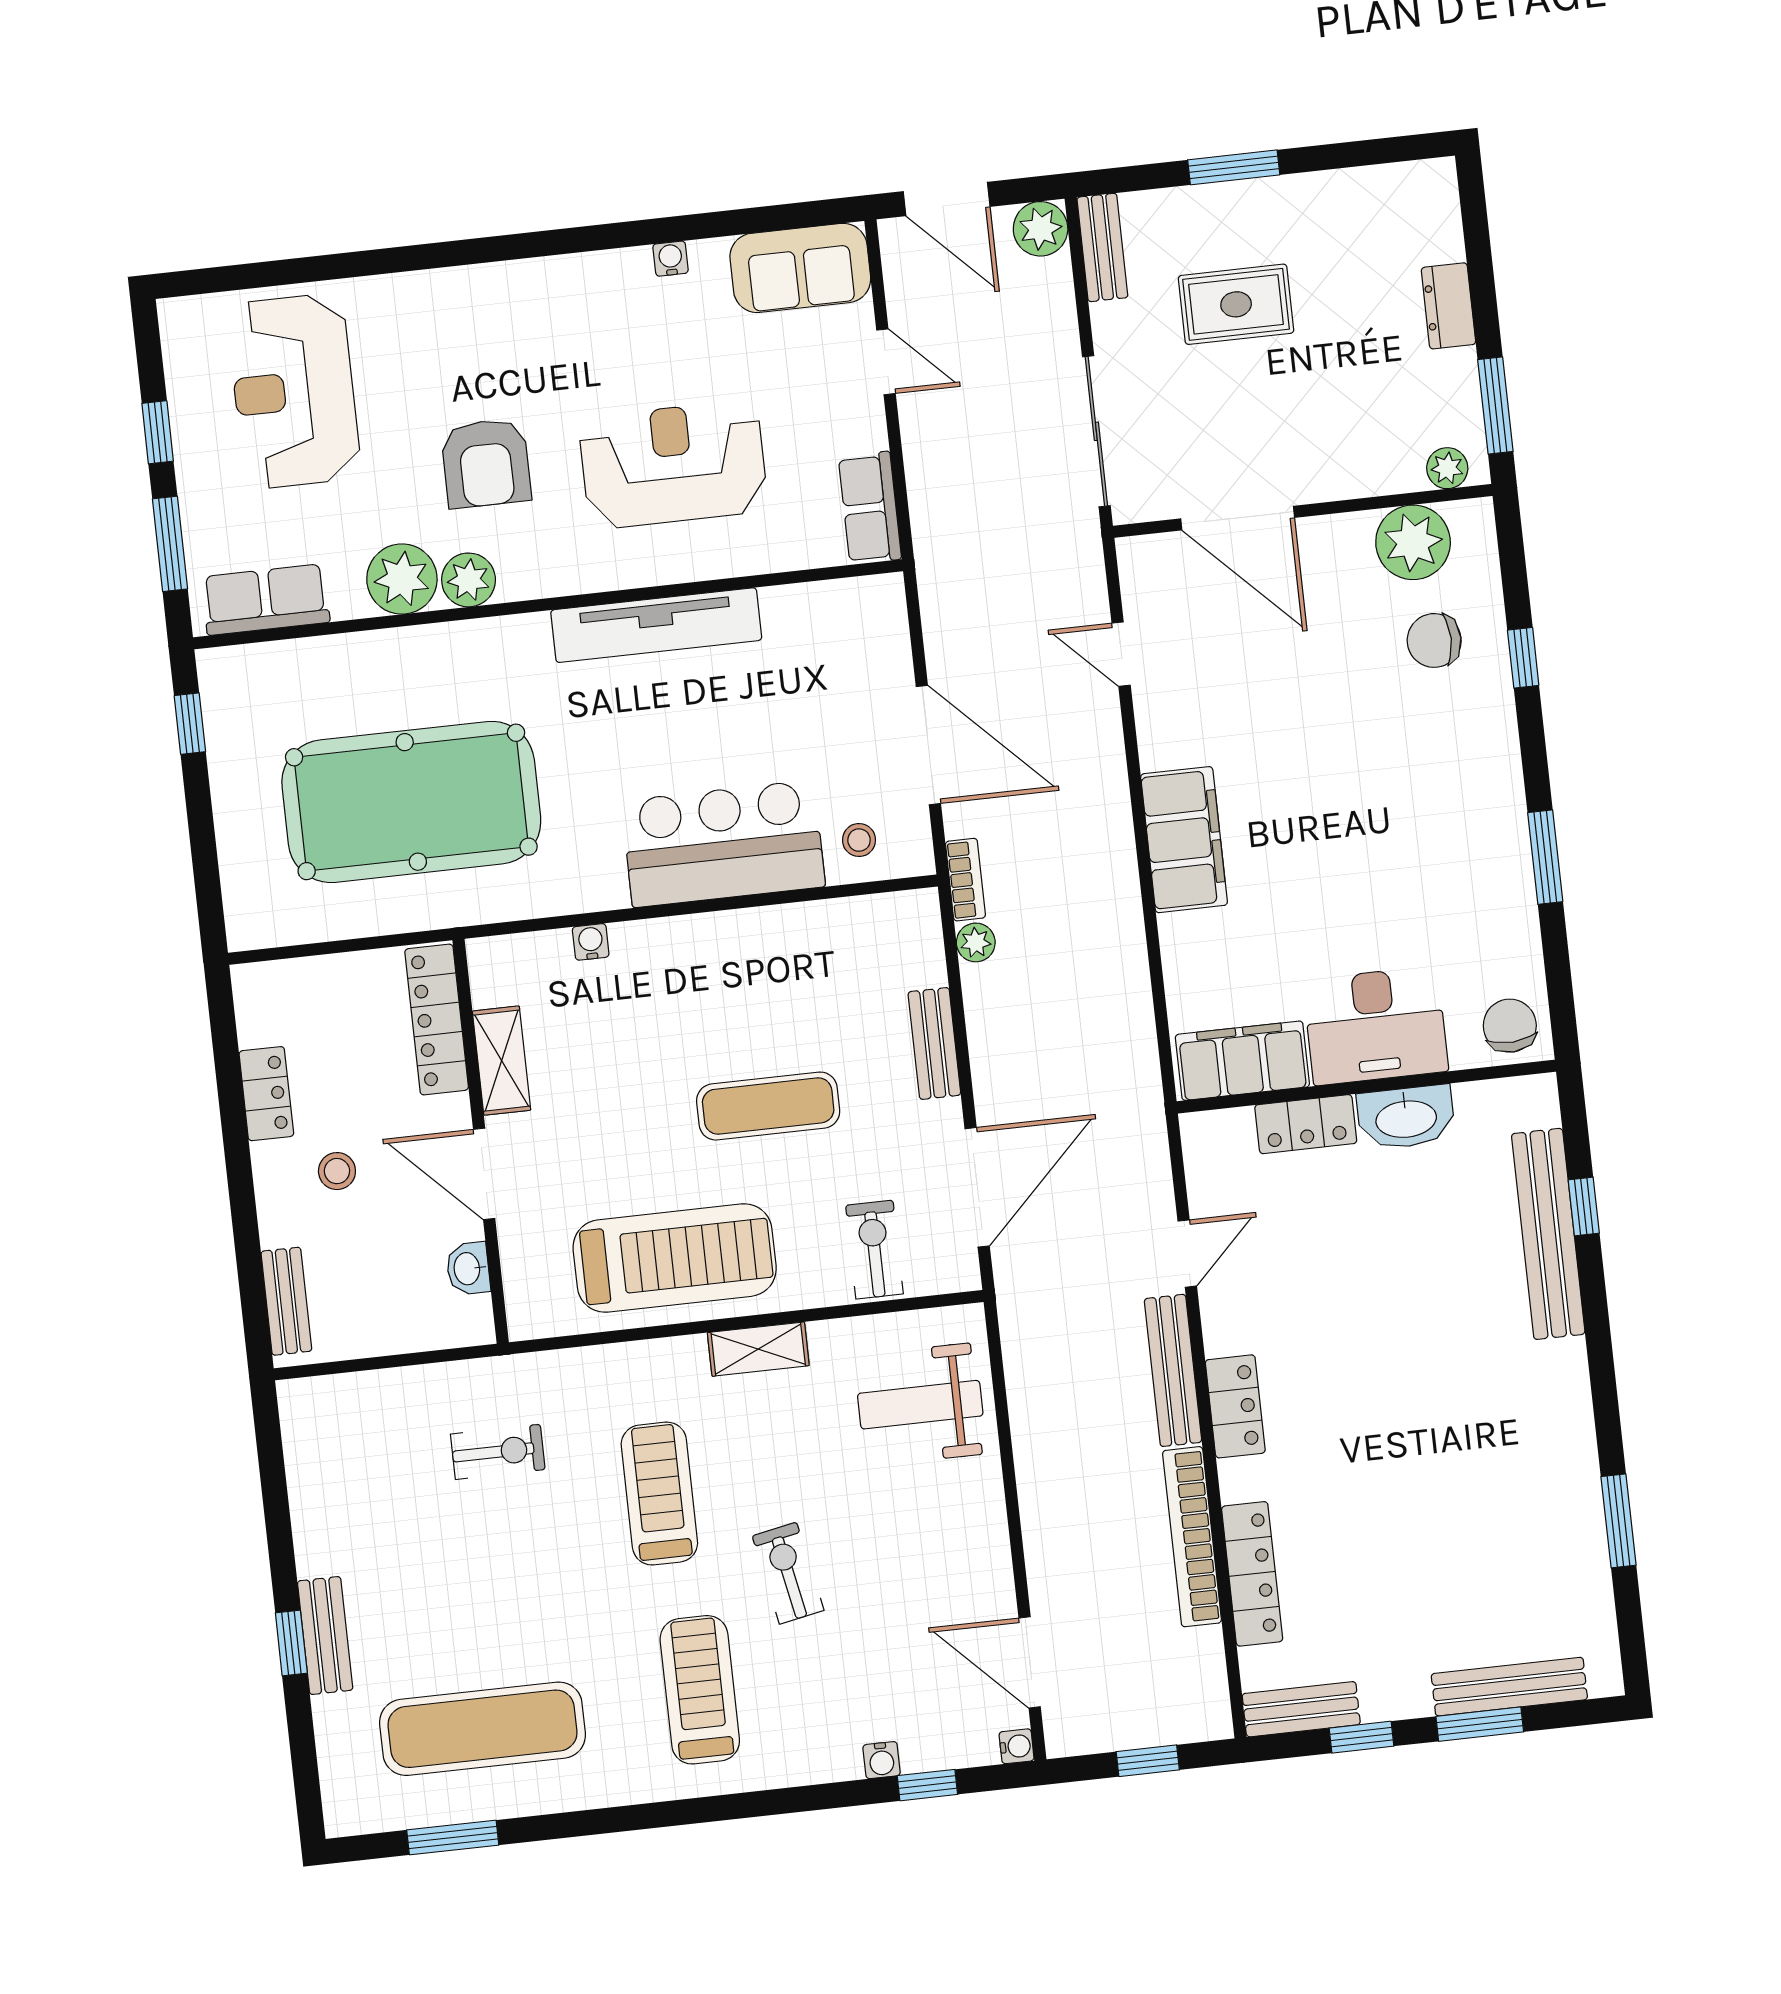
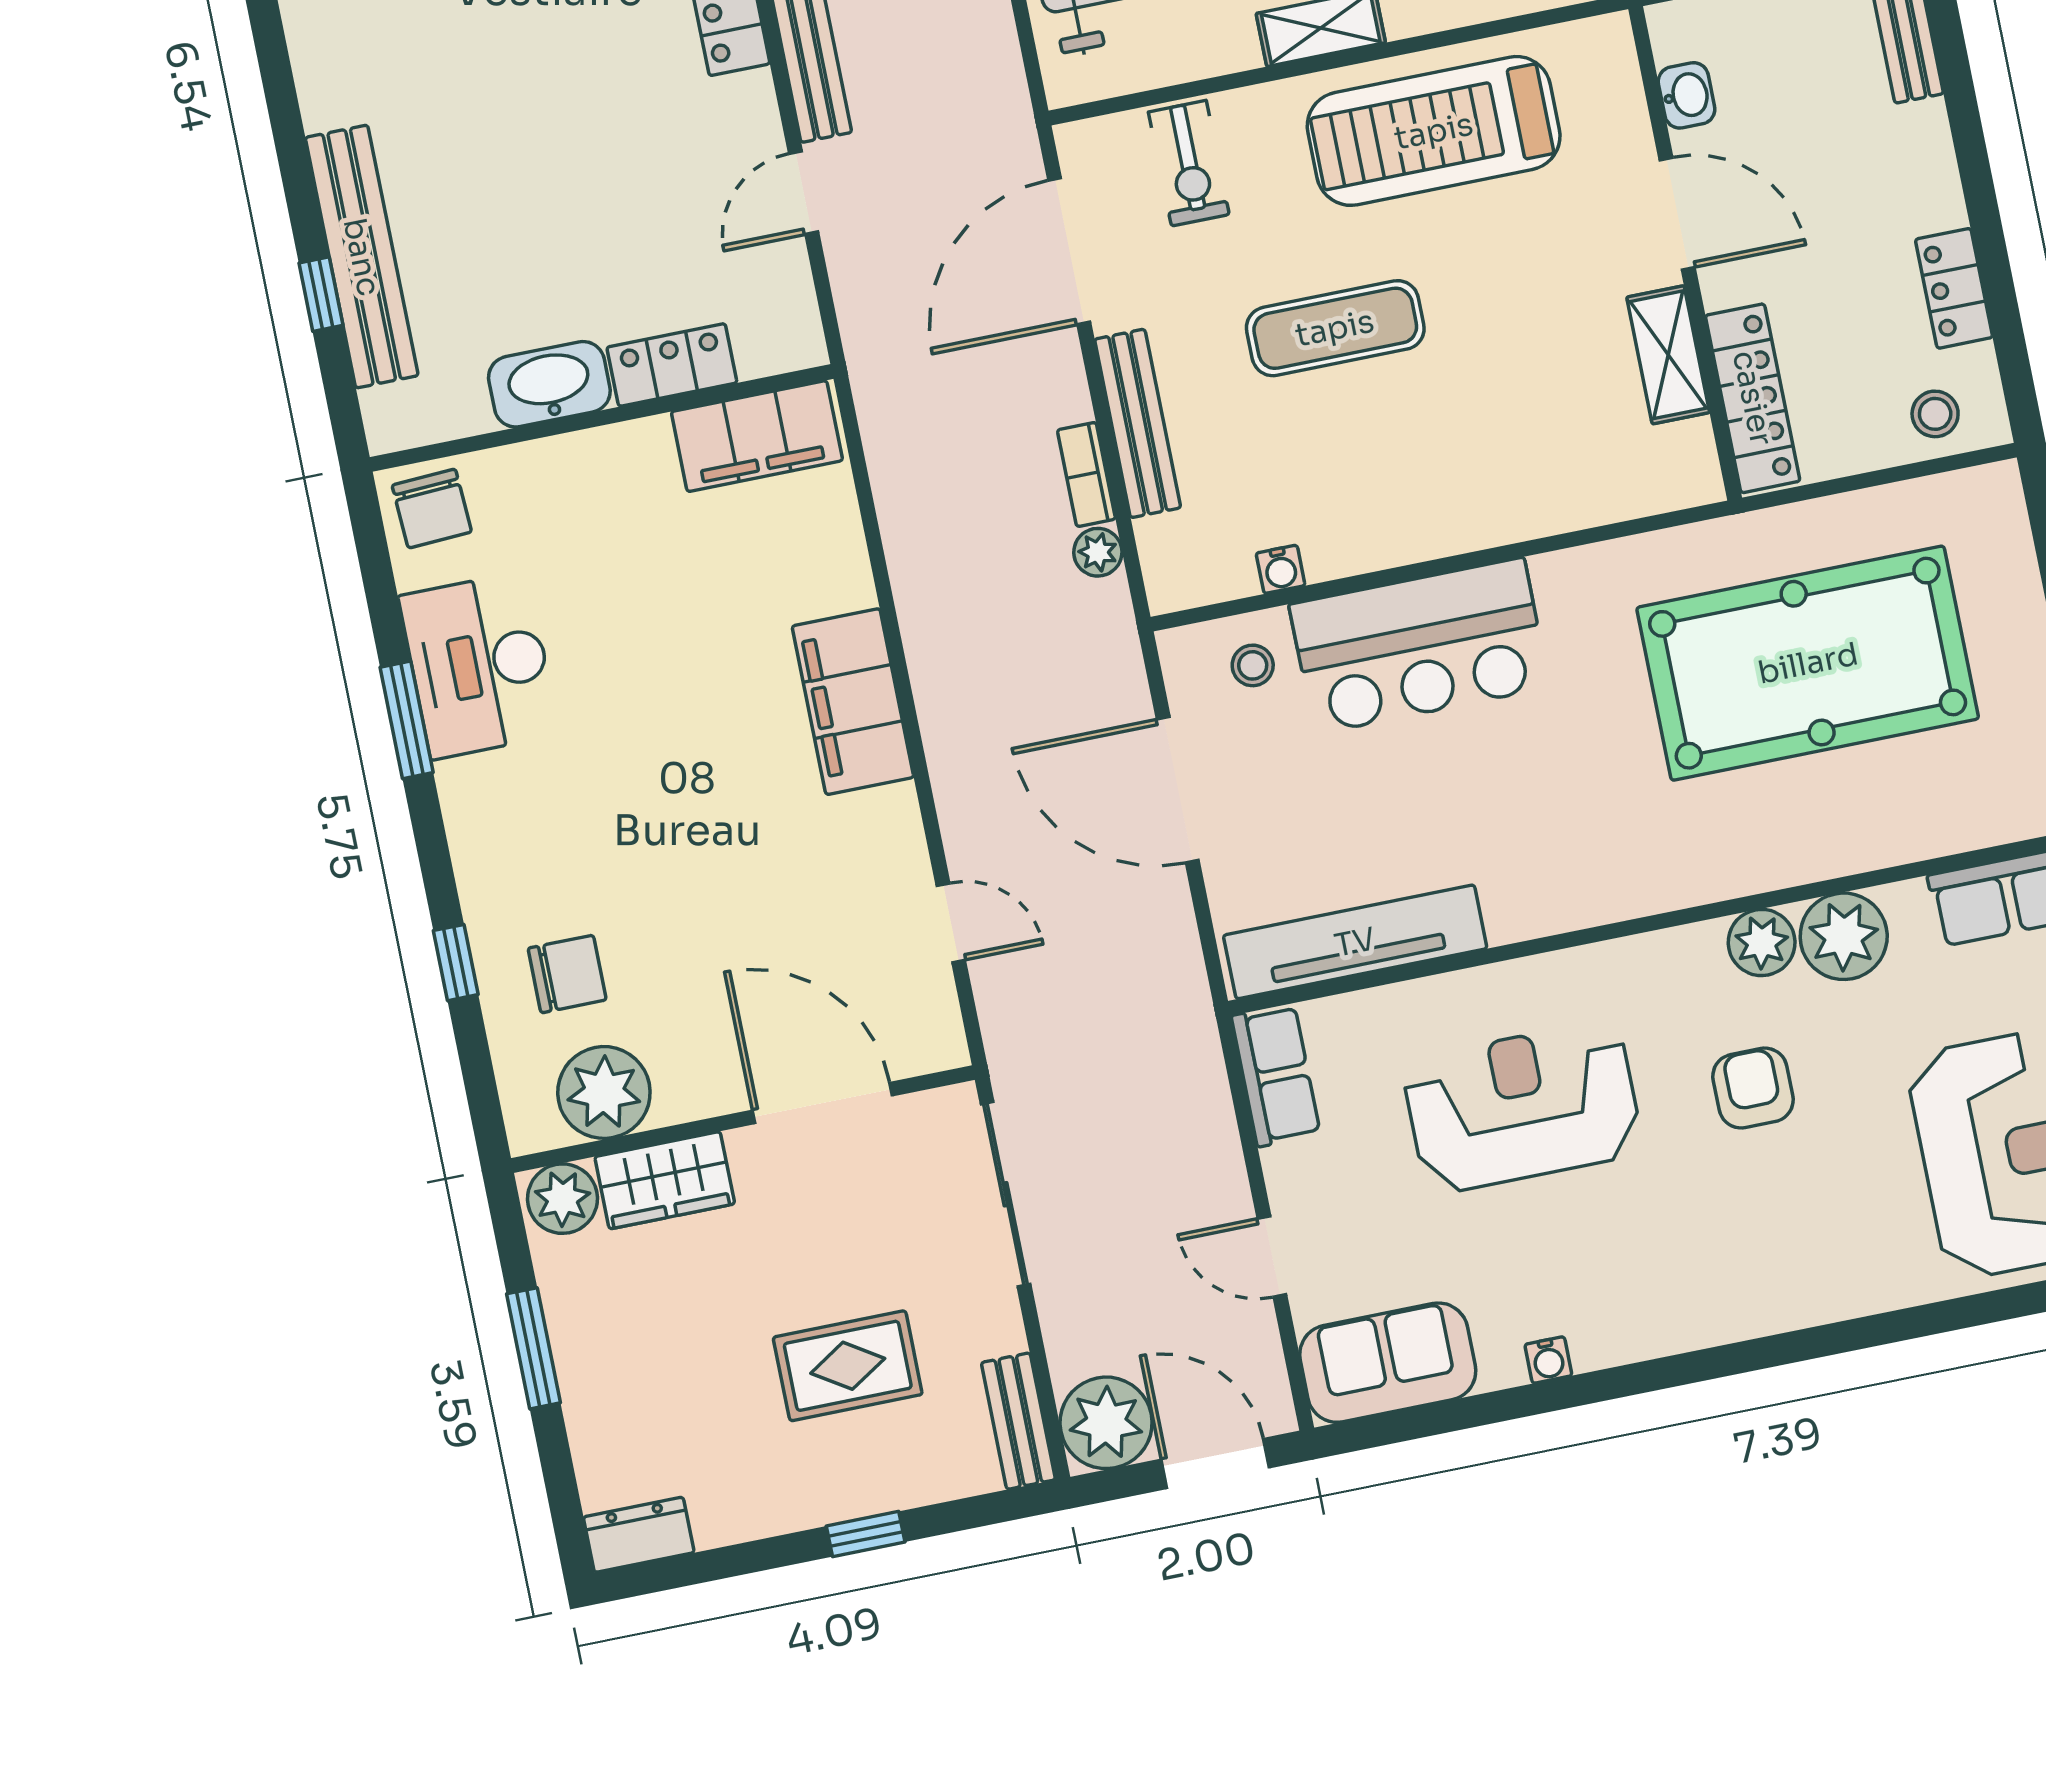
window: (1234, 167) -> (866, 1534), width x0.67
plant: (1041, 229) -> (1106, 1423), width x1.36, depth x1.36
dresser: (1448, 306) -> (639, 1535), moved, turned -90
window: (1495, 405) -> (533, 1348), moved
armchair: (486, 463) -> (1753, 1088), width x0.72, depth x0.72
reception desk: (673, 464) -> (1522, 1107), turned 180
wardrobe: (1370, 467) -> (665, 1180), added
plant: (1447, 468) -> (562, 1199), width x1.38, depth x1.38
tv unit: (656, 625) -> (1355, 942), moved
bookcase: (965, 880) -> (1086, 474), moved
water cooler: (591, 942) -> (1281, 569), moved
desk: (1376, 1026) -> (479, 665), moved, turned -90
bench: (934, 1043) -> (1138, 423), width x1.36
stool: (337, 1171) -> (1935, 414), moved

